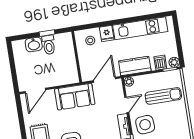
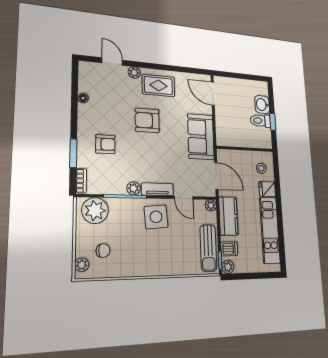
sun lounger: (163, 96) -> (208, 248), moved

